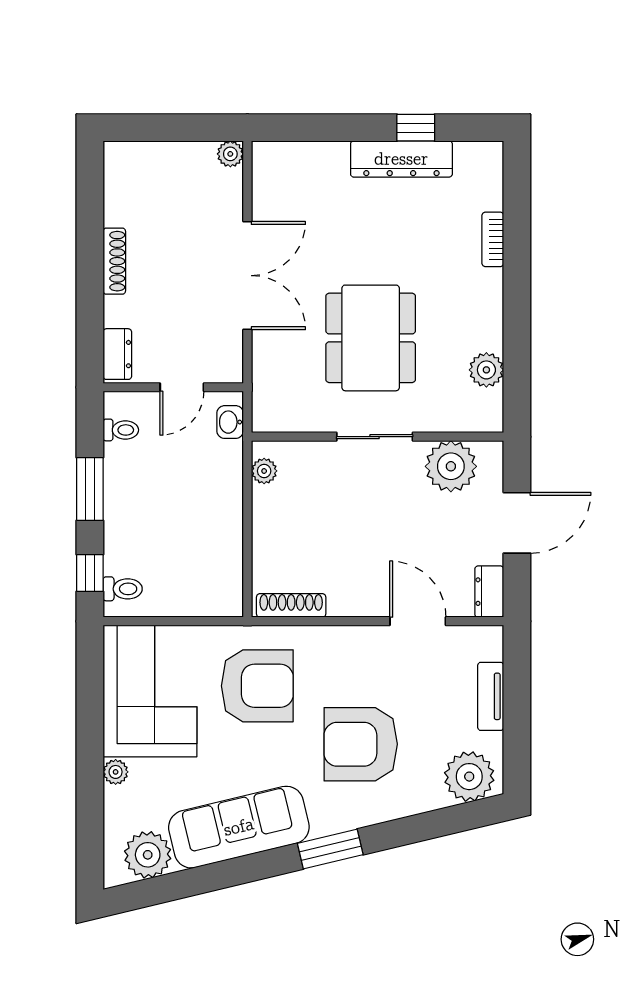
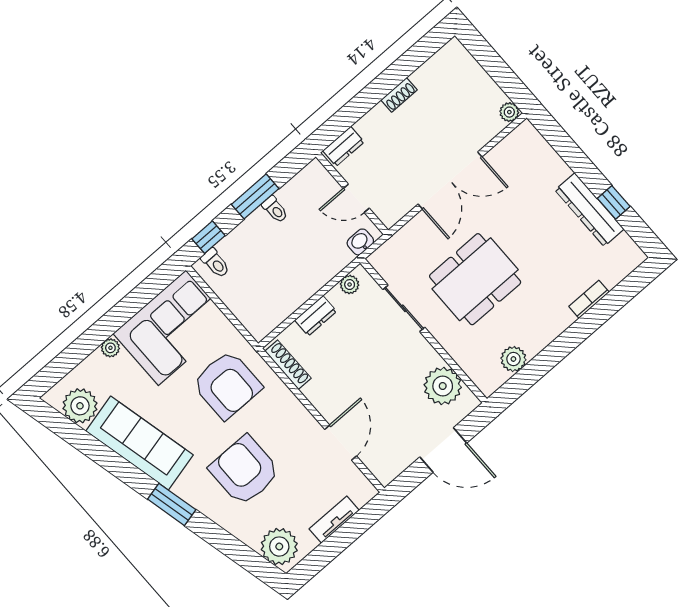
shoe rack: (114, 261) -> (399, 95), width x0.70
toilet: (121, 430) -> (275, 209), moved
sliding door: (375, 437) -> (404, 308), moved
dresser: (489, 592) -> (316, 316), moved, turned 180

